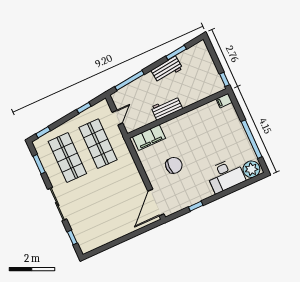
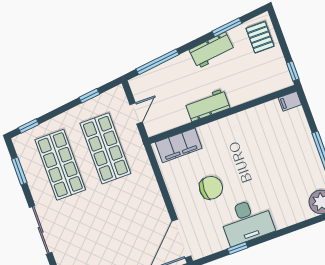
pallet: (200, 58) -> (260, 37), added
desk: (226, 176) -> (247, 221), moved

